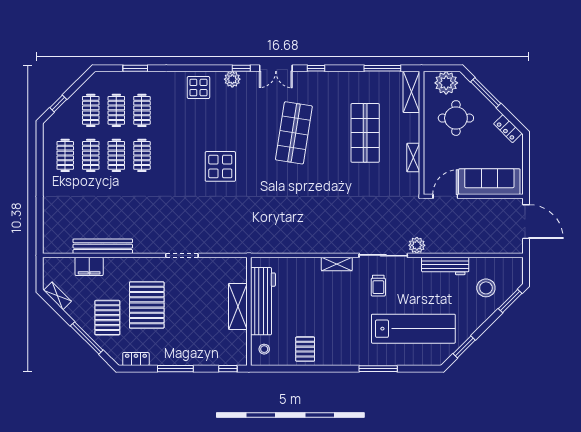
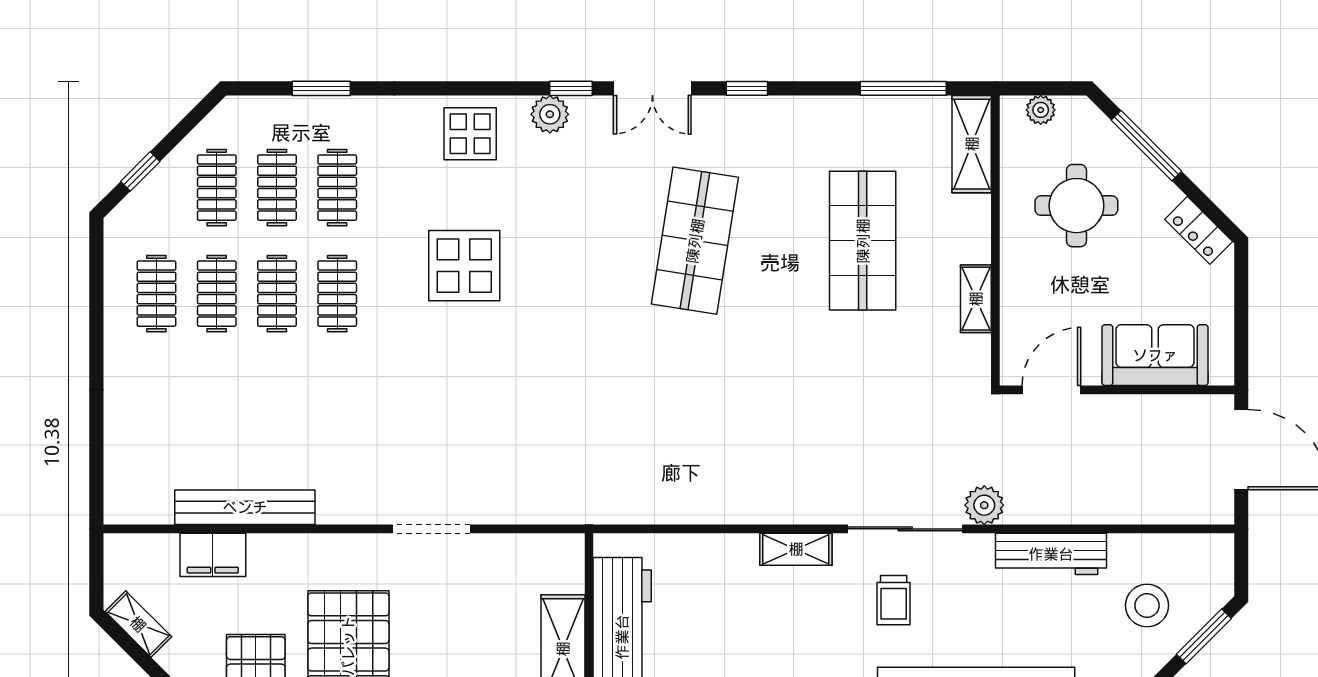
plant: (446, 83) -> (1041, 110), width x0.53, depth x0.53
display table: (220, 166) -> (464, 266), moved
sofa: (489, 182) -> (1155, 355), width x0.73

